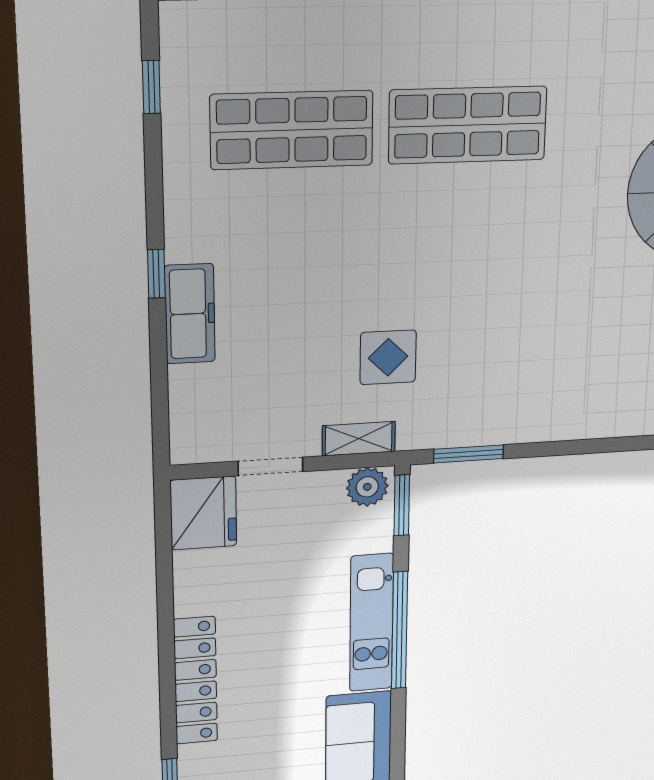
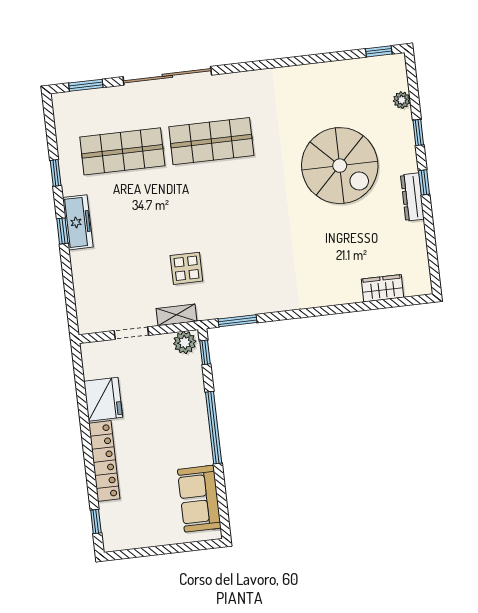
window: (151, 87) -> (56, 173), moved
freezer: (190, 314) -> (78, 222), moved
window: (402, 505) -> (205, 352), width x0.67
fridge: (203, 513) -> (103, 399), moved
kitchen unit: (371, 623) -> (197, 423), removed

